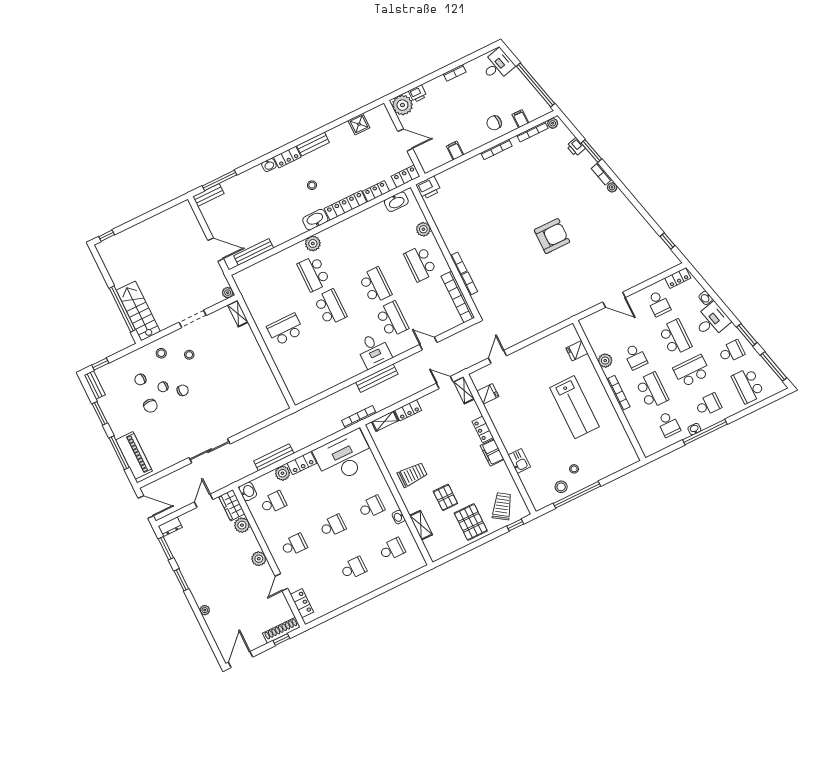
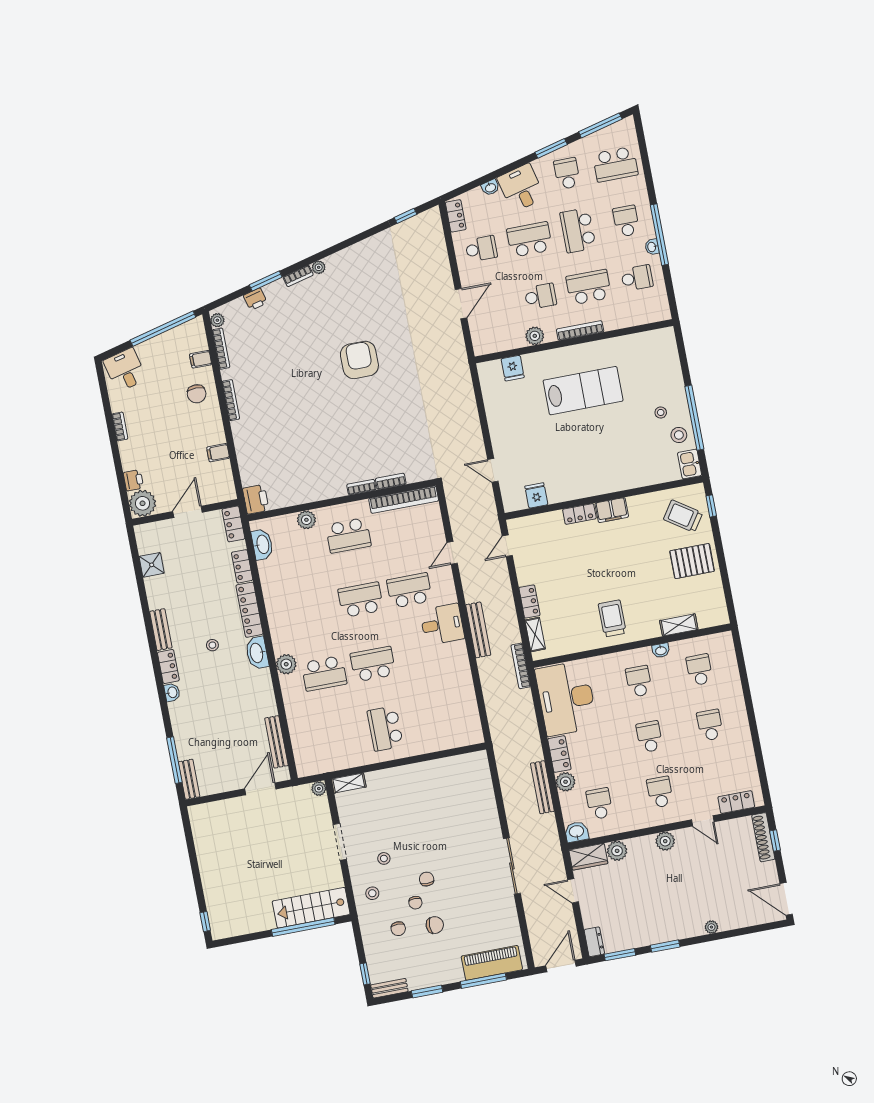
shelving: (464, 390) -> (523, 524), removed
kitchen sink: (519, 461) -> (690, 464), moved, turned -90
pallet: (445, 497) -> (652, 585), removed

